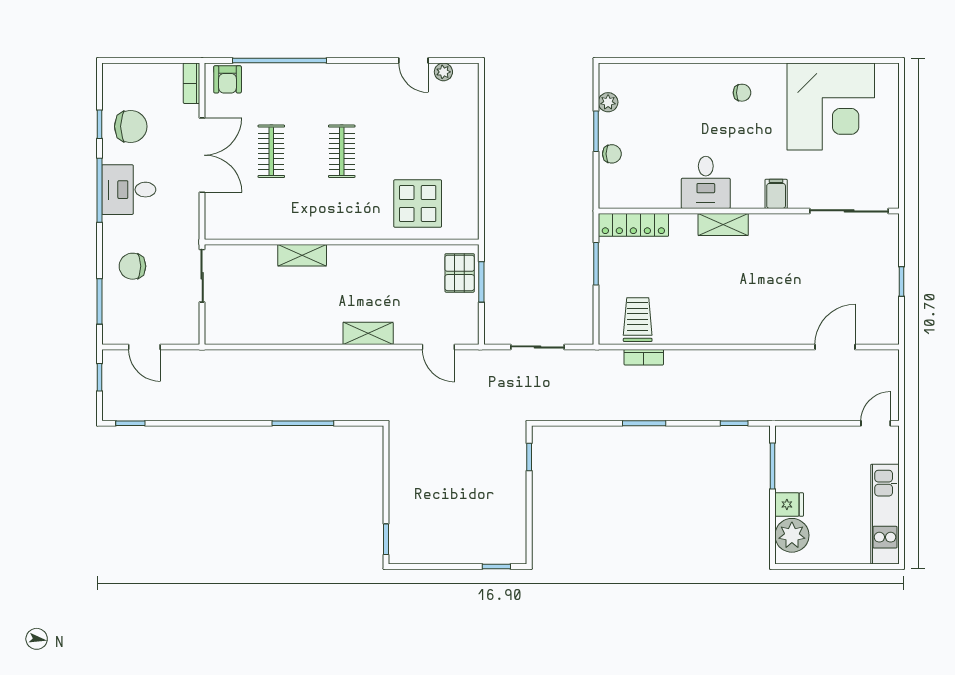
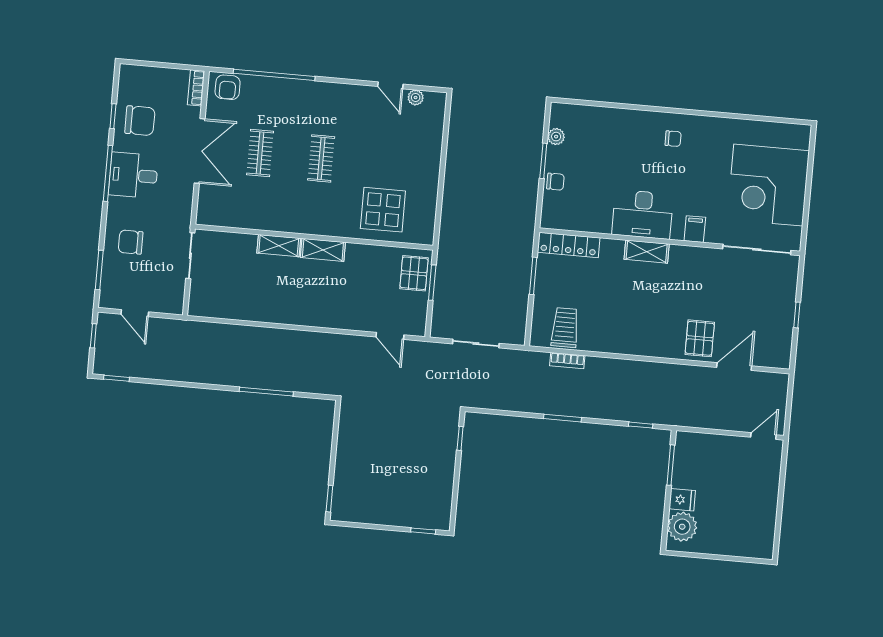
corner desk: (831, 107) -> (768, 185), moved, turned 90
desk: (706, 182) -> (643, 214), width x1.37
pallet: (793, 318) -> (700, 338), added
shelving: (368, 333) -> (323, 250), moved
kitchen unit: (885, 514) -> (765, 516), removed

